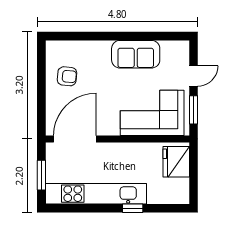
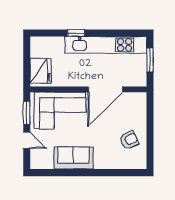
armchair: (67, 76) -> (129, 140), turned 149
door: (193, 76) -> (27, 140), swing flipped
door: (75, 139) -> (105, 89), moved

